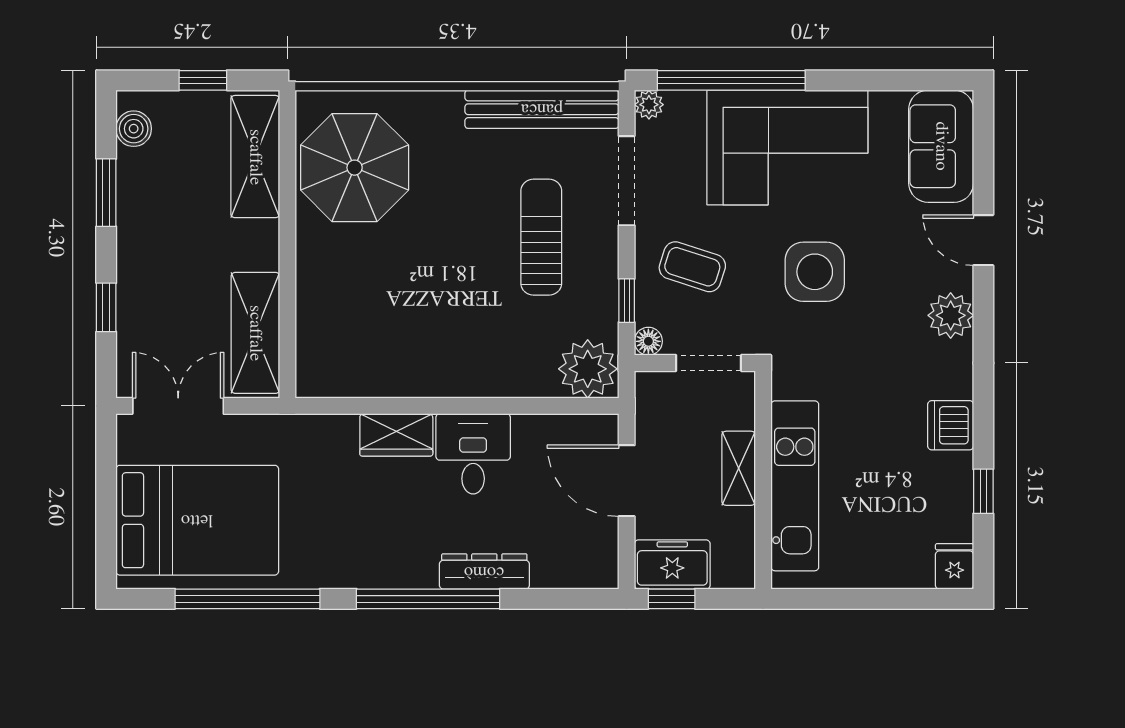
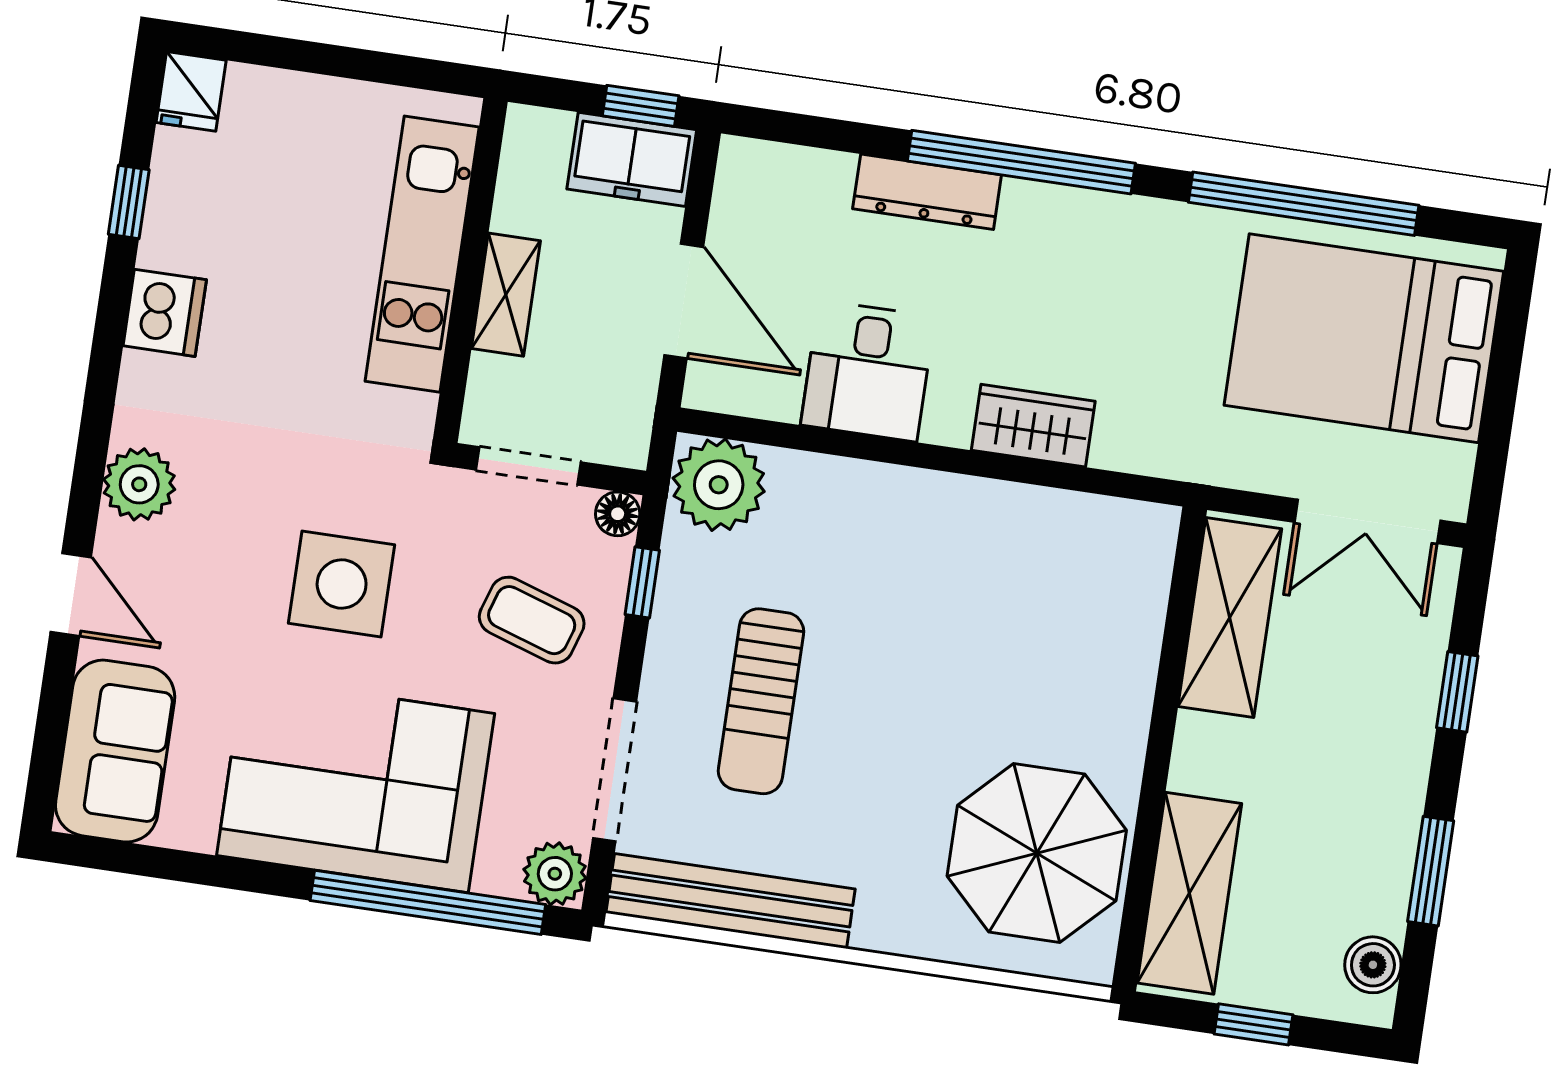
plant: (649, 105) -> (555, 874), width x1.38, depth x1.38
desk: (473, 454) -> (868, 371), moved

